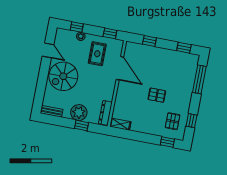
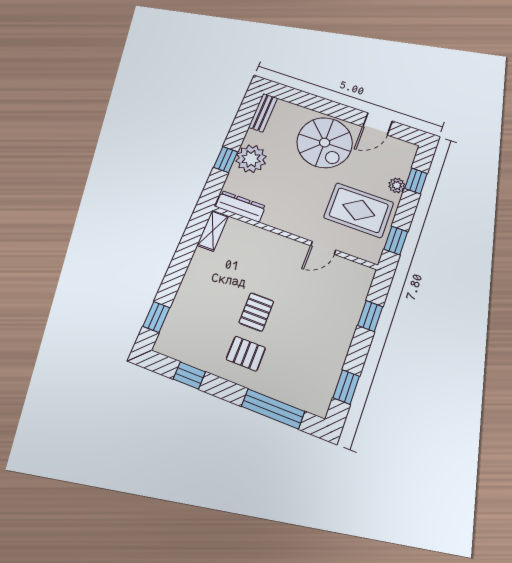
rug: (97, 54) -> (359, 210), width x1.36, depth x1.43
door: (120, 68) -> (323, 248), width x0.53
spiral stairs: (63, 76) -> (325, 143), turned 180
pallet: (173, 121) -> (246, 354), moved

